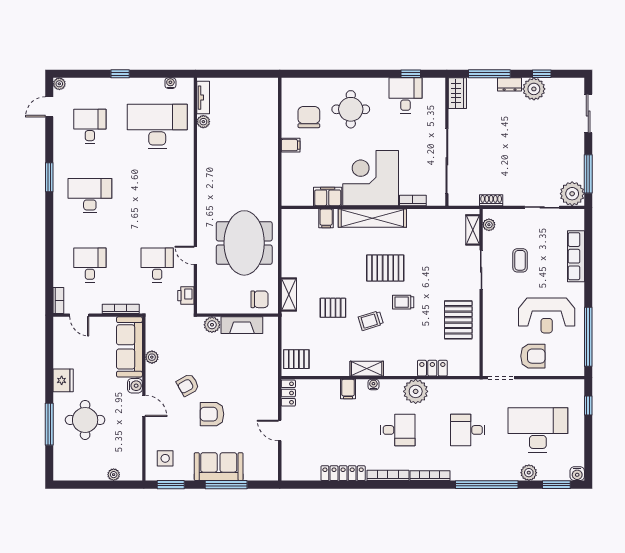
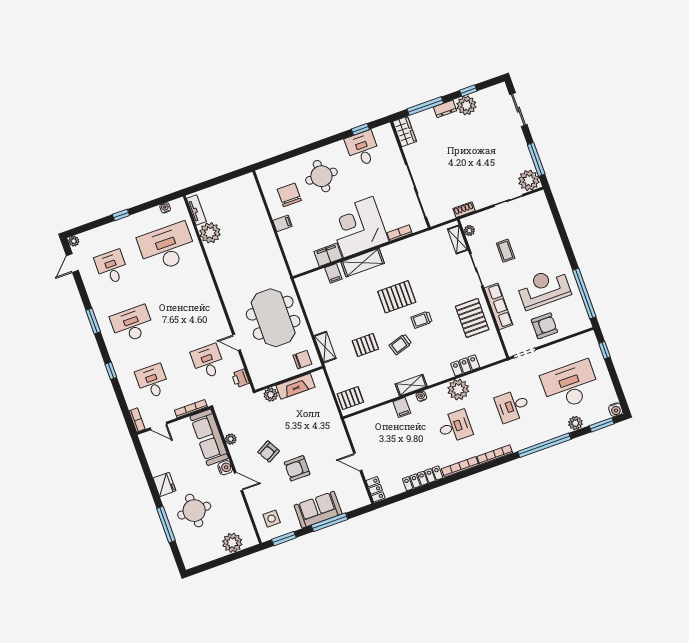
plant: (203, 122) -> (210, 233), width x1.87, depth x1.87
shelving: (372, 218) -> (363, 263), width x0.68
window: (49, 238) -> (111, 371), added
row of seats: (576, 256) -> (499, 306), moved, turned 180
reception desk: (547, 315) -> (544, 288), turned 180
locker: (288, 393) -> (375, 489), moved
plant: (114, 475) -> (232, 543), width x1.88, depth x1.88

